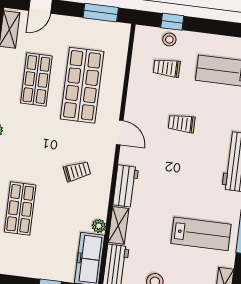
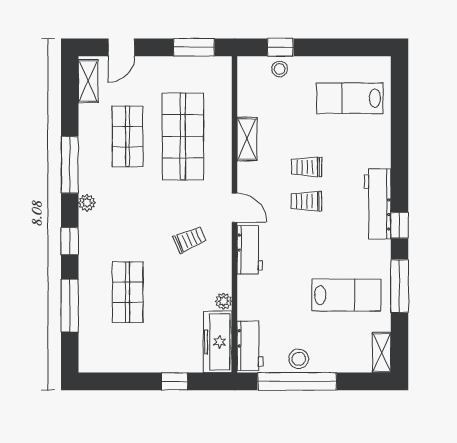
trolley: (167, 68) -> (306, 201), moved
door: (120, 133) -> (235, 208), moved
shelving: (118, 225) -> (247, 139), moved

